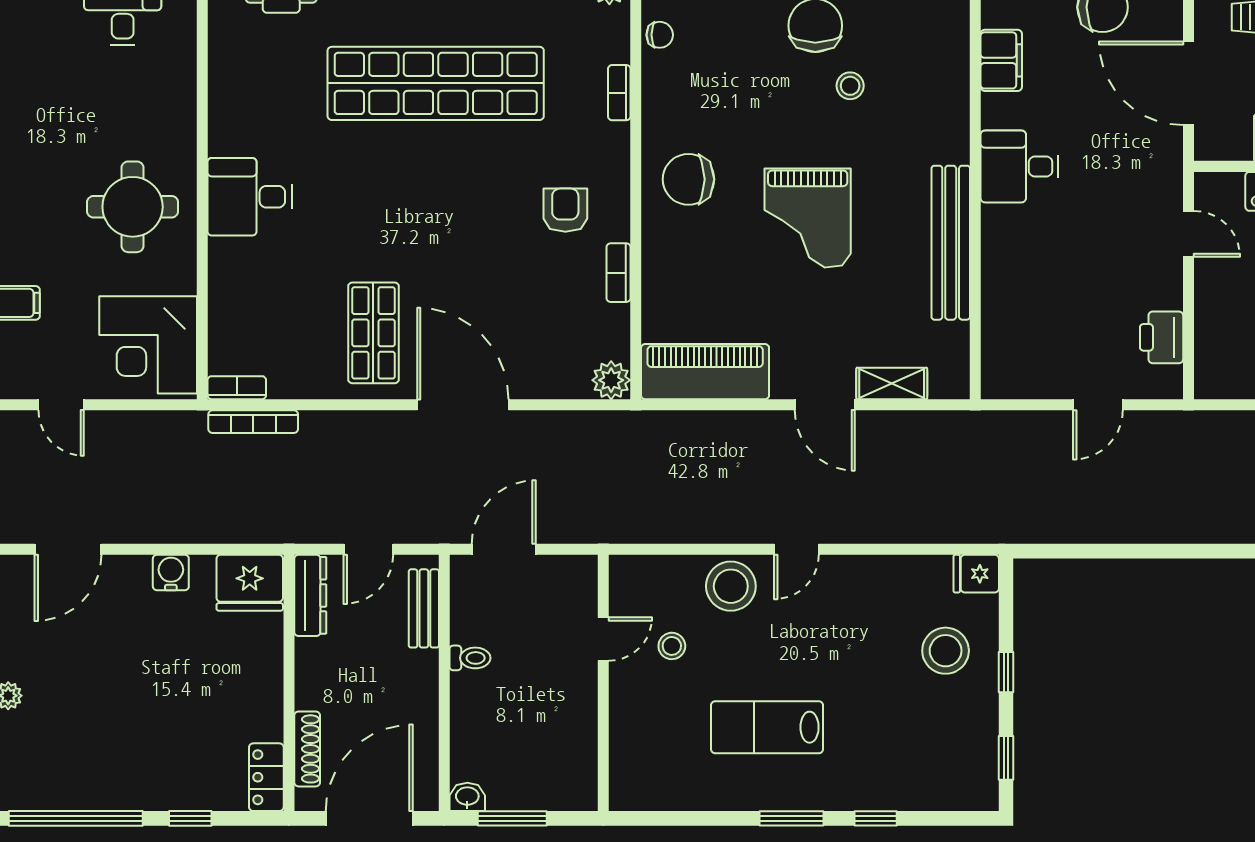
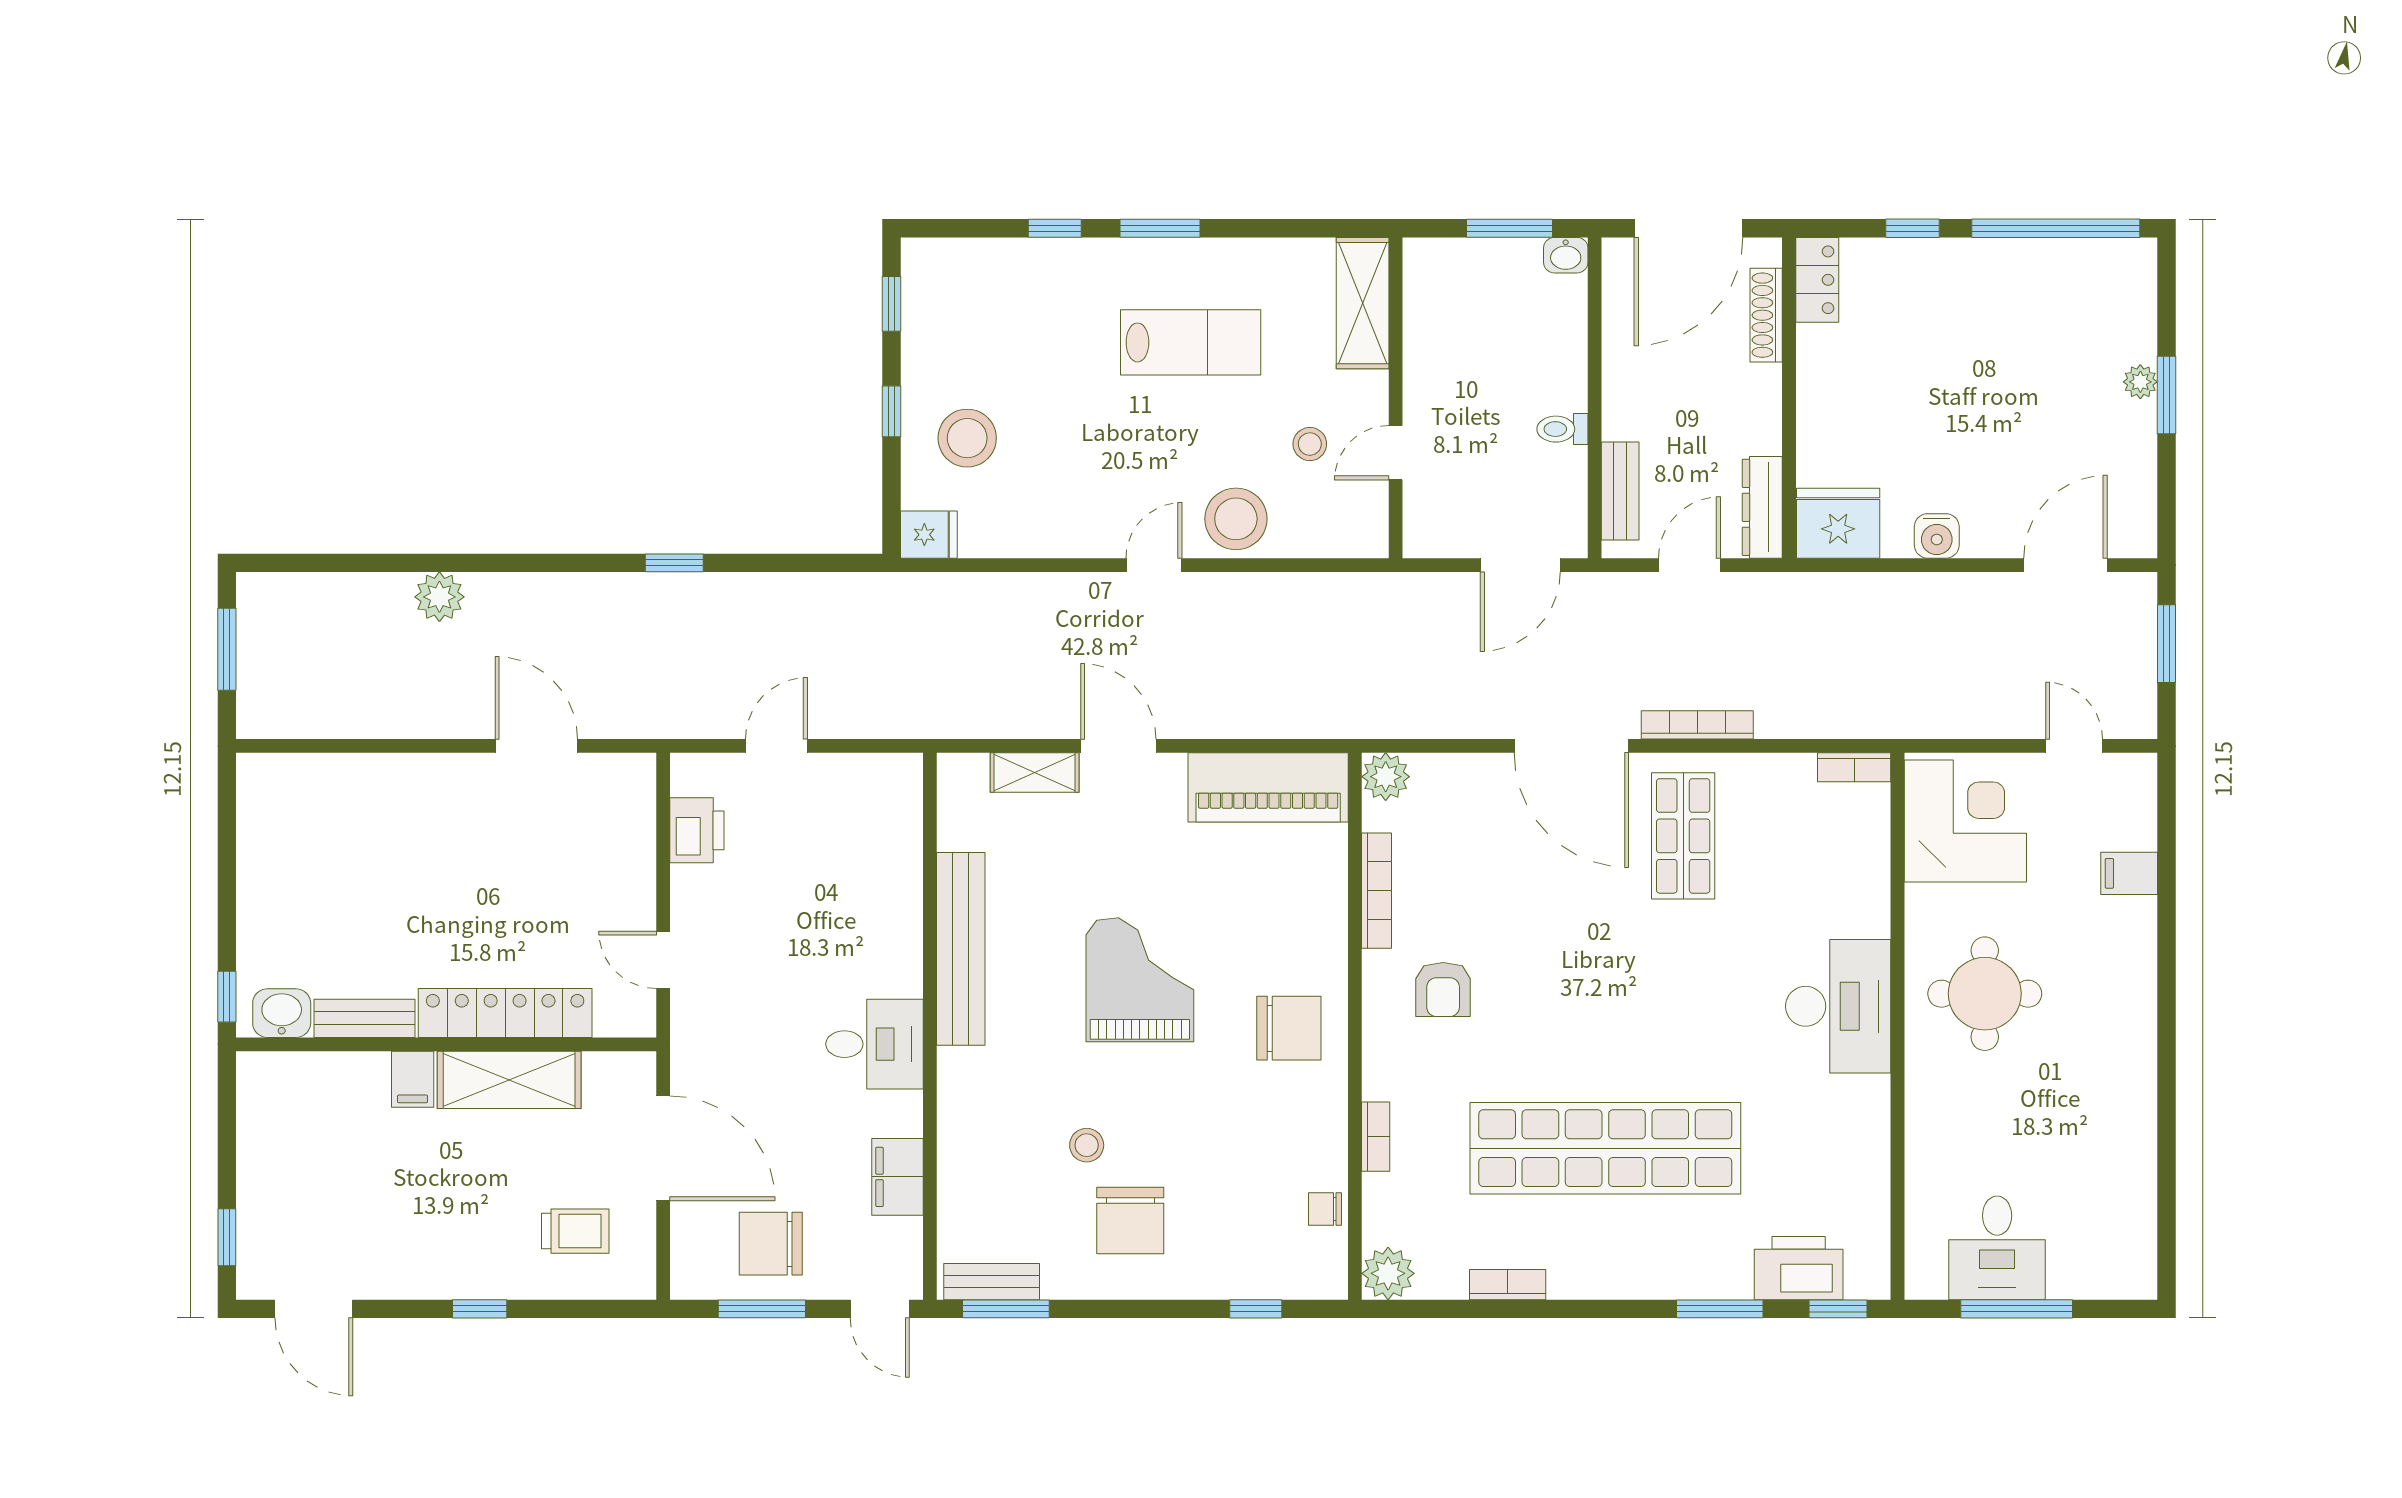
desk: (250, 197) -> (1838, 1006), width x1.37
bookcase: (619, 273) -> (1377, 891), width x1.56
bookcase: (253, 422) -> (1697, 725), moved
window: (1180, 551) -> (674, 563), added
shelving: (630, 759) -> (1363, 303), added

